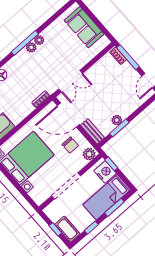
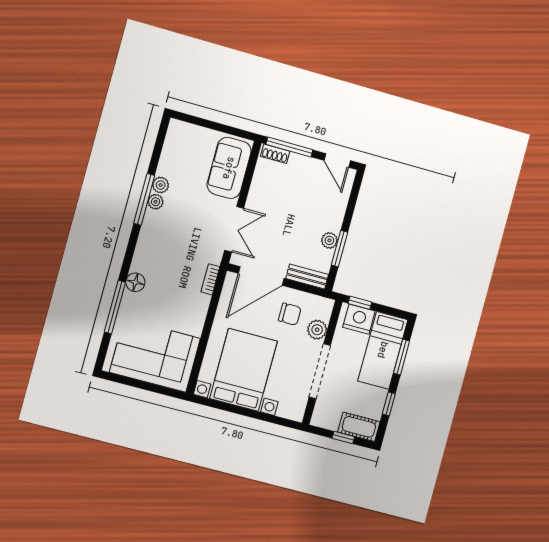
sofa: (84, 27) -> (229, 168), moved, turned 90
window: (25, 43) -> (144, 199), moved
plant: (31, 47) -> (161, 185), moved
plant: (89, 154) -> (317, 330), moved

